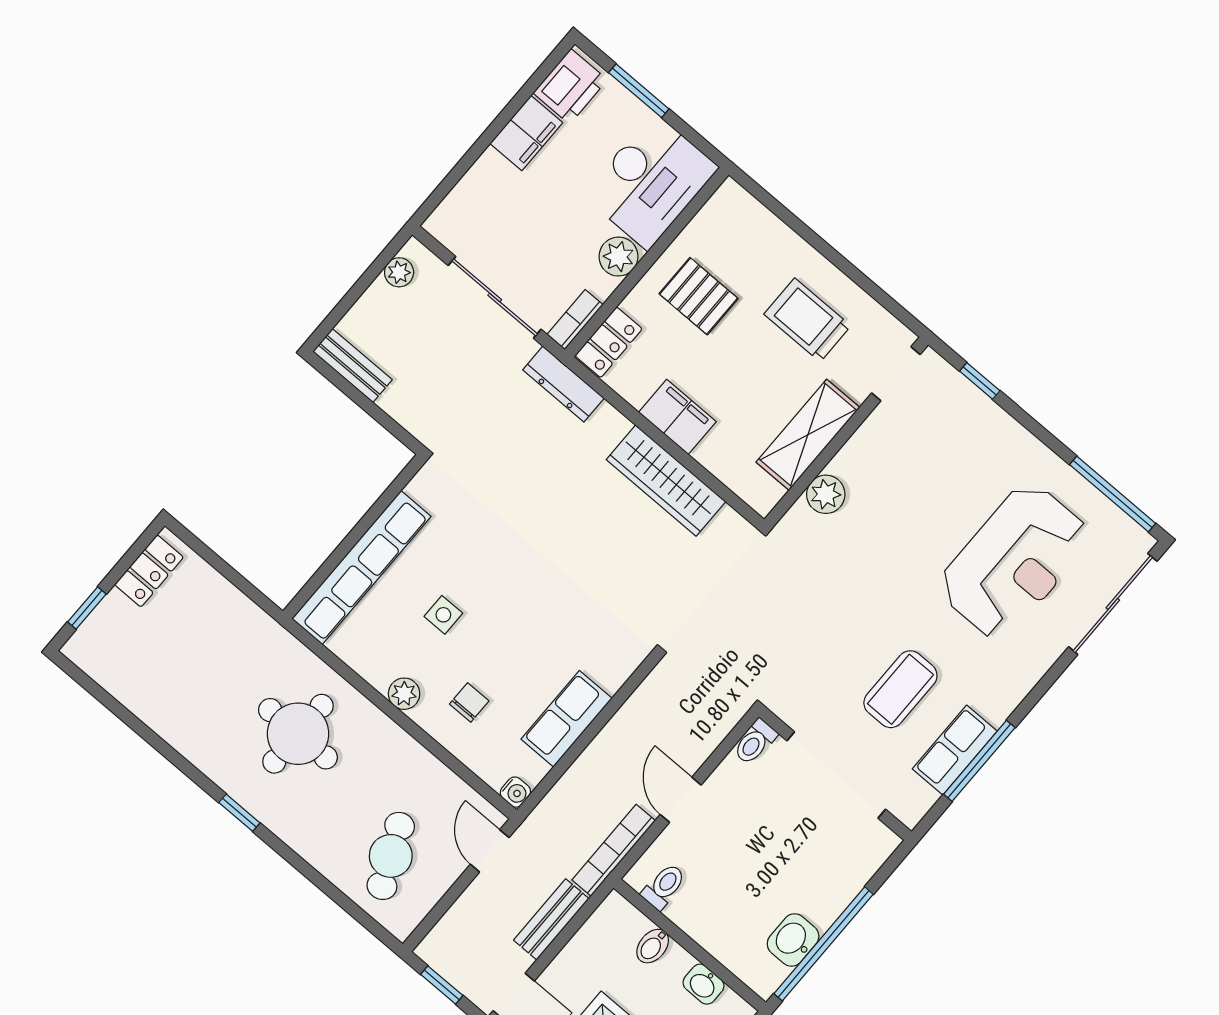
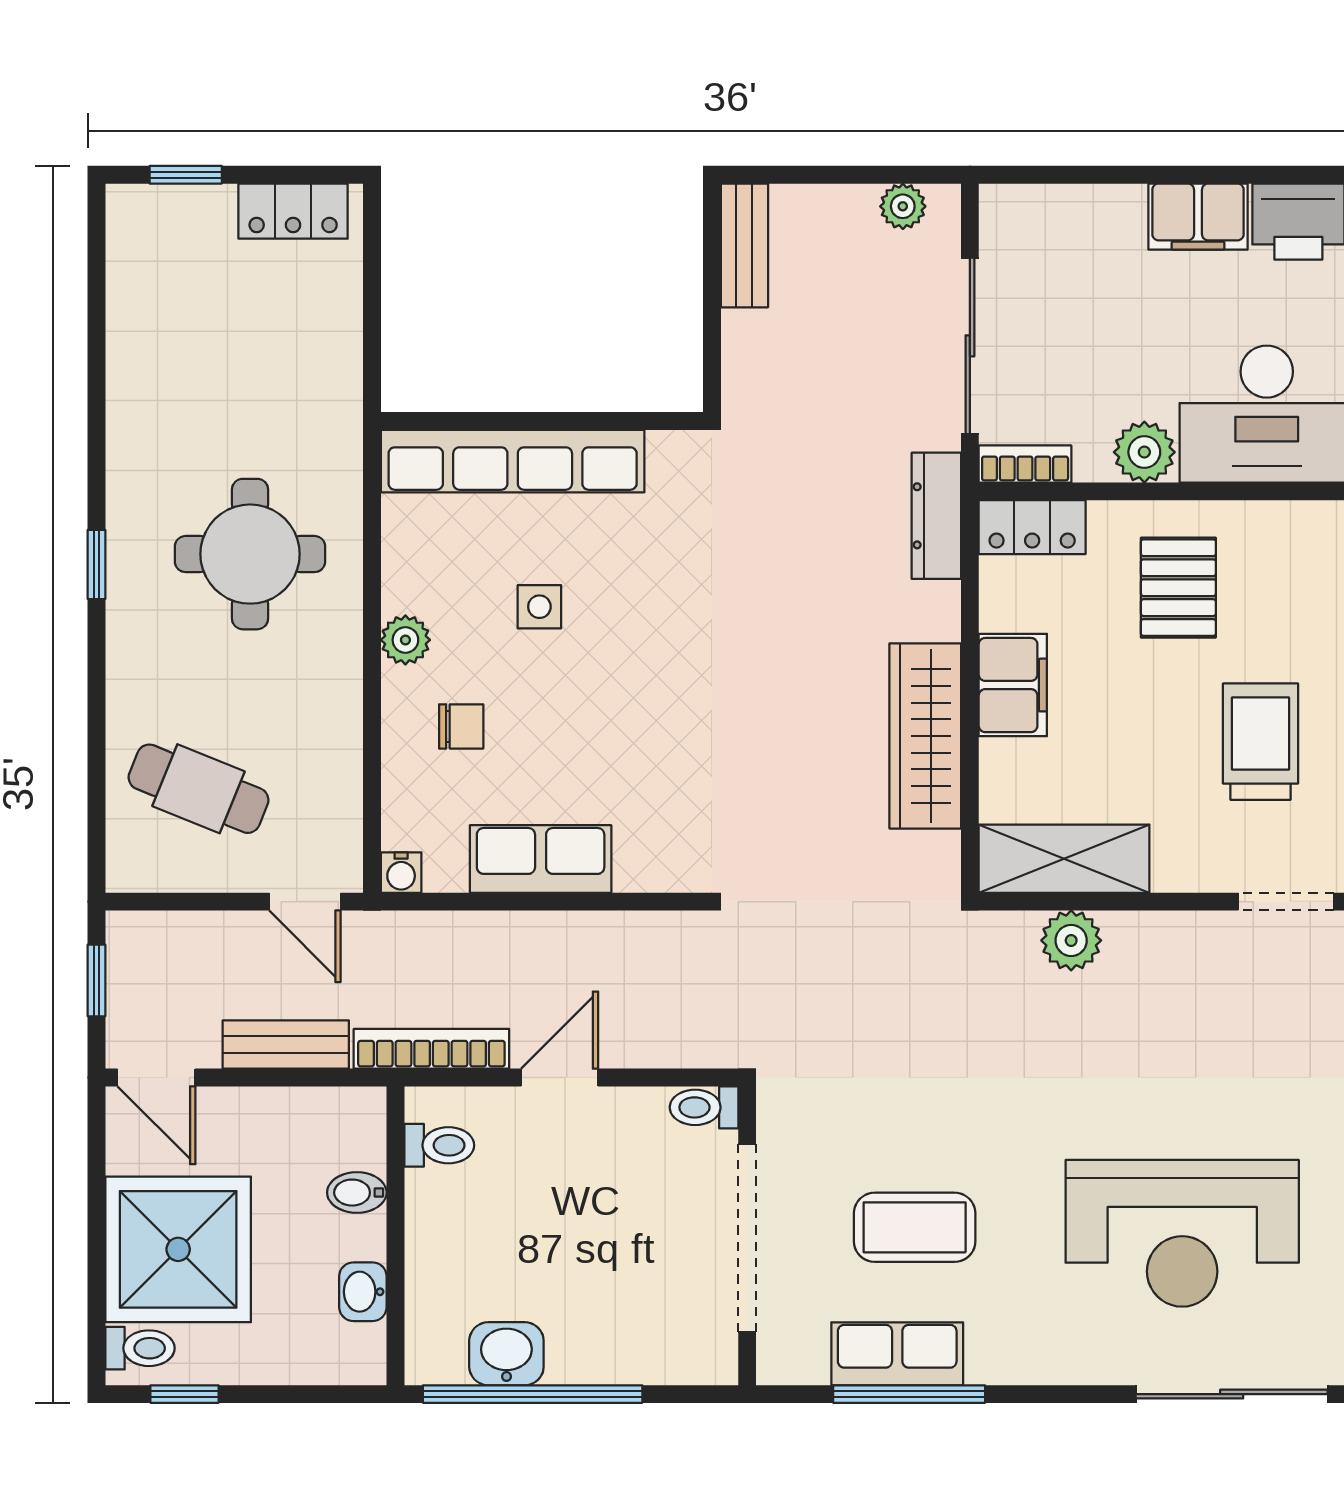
shelving: (808, 435) -> (1064, 859), moved
door: (490, 851) -> (305, 902), swing flipped
cafe table: (391, 856) -> (198, 789), turned 46

